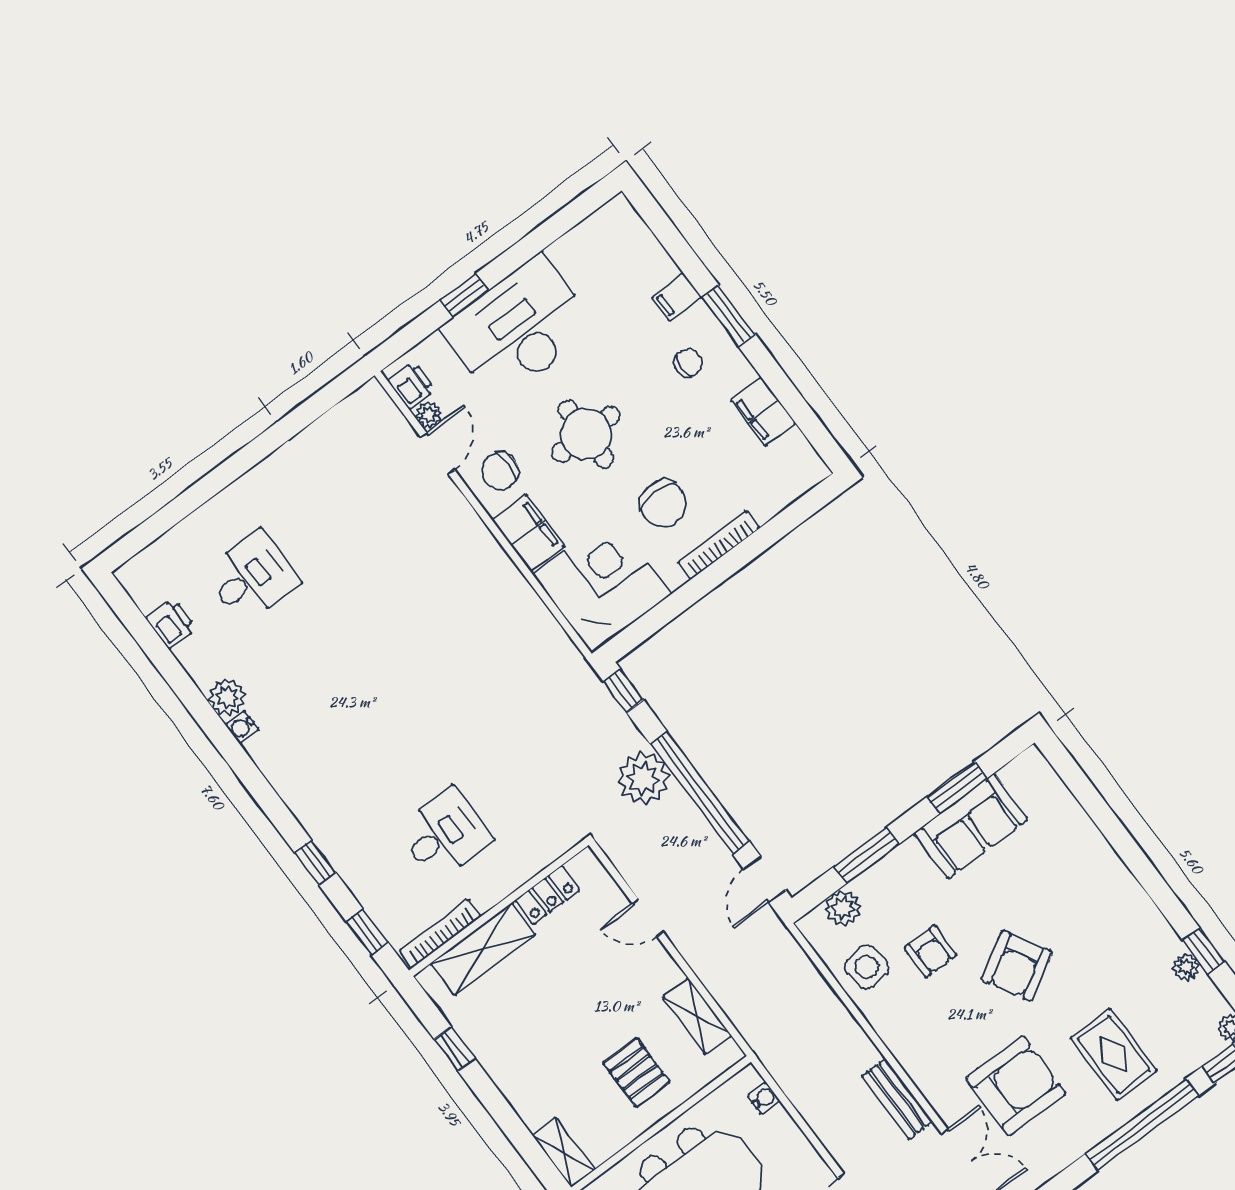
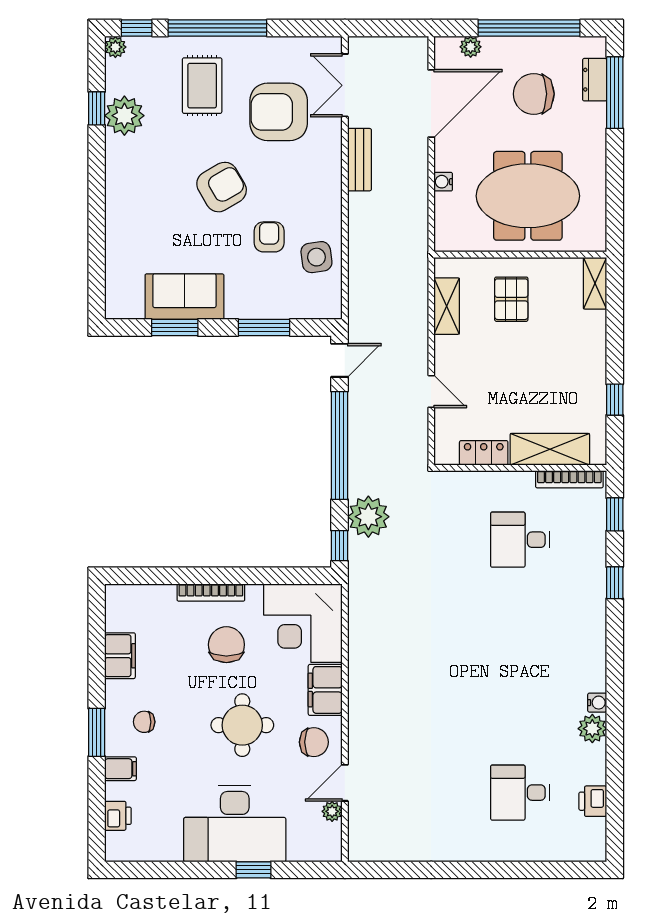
printer: (412, 385) -> (118, 816), moved, turned 180
plant: (643, 779) -> (368, 517), moved
plant: (843, 908) -> (304, 305), removed
plant: (1186, 967) -> (124, 116), width x1.88, depth x1.88
water cooler: (764, 1098) -> (443, 182), moved

